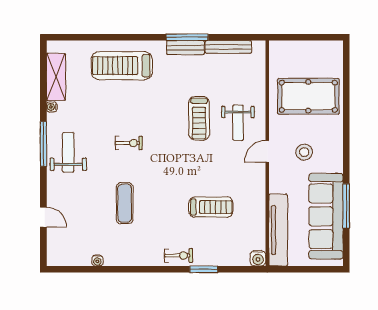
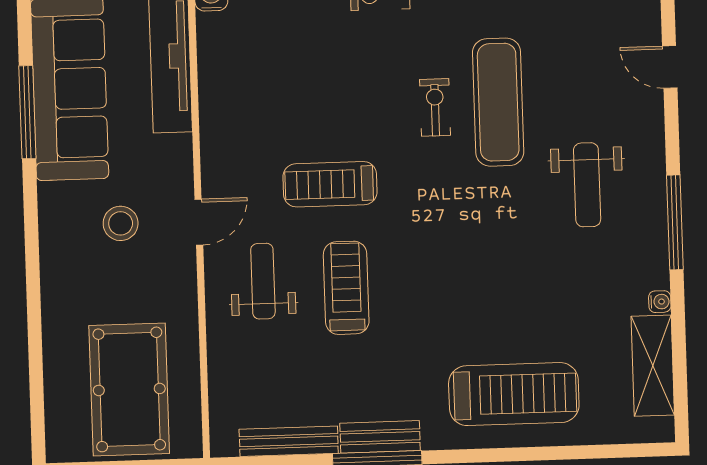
pool table: (308, 96) -> (129, 389), moved, turned 90
exercise bike: (129, 143) -> (435, 107), moved, turned 90
weight bench: (68, 152) -> (587, 185), moved
exercise mat: (125, 203) -> (498, 102), width x1.36, depth x1.45
treadmill: (211, 207) -> (330, 184), moved

